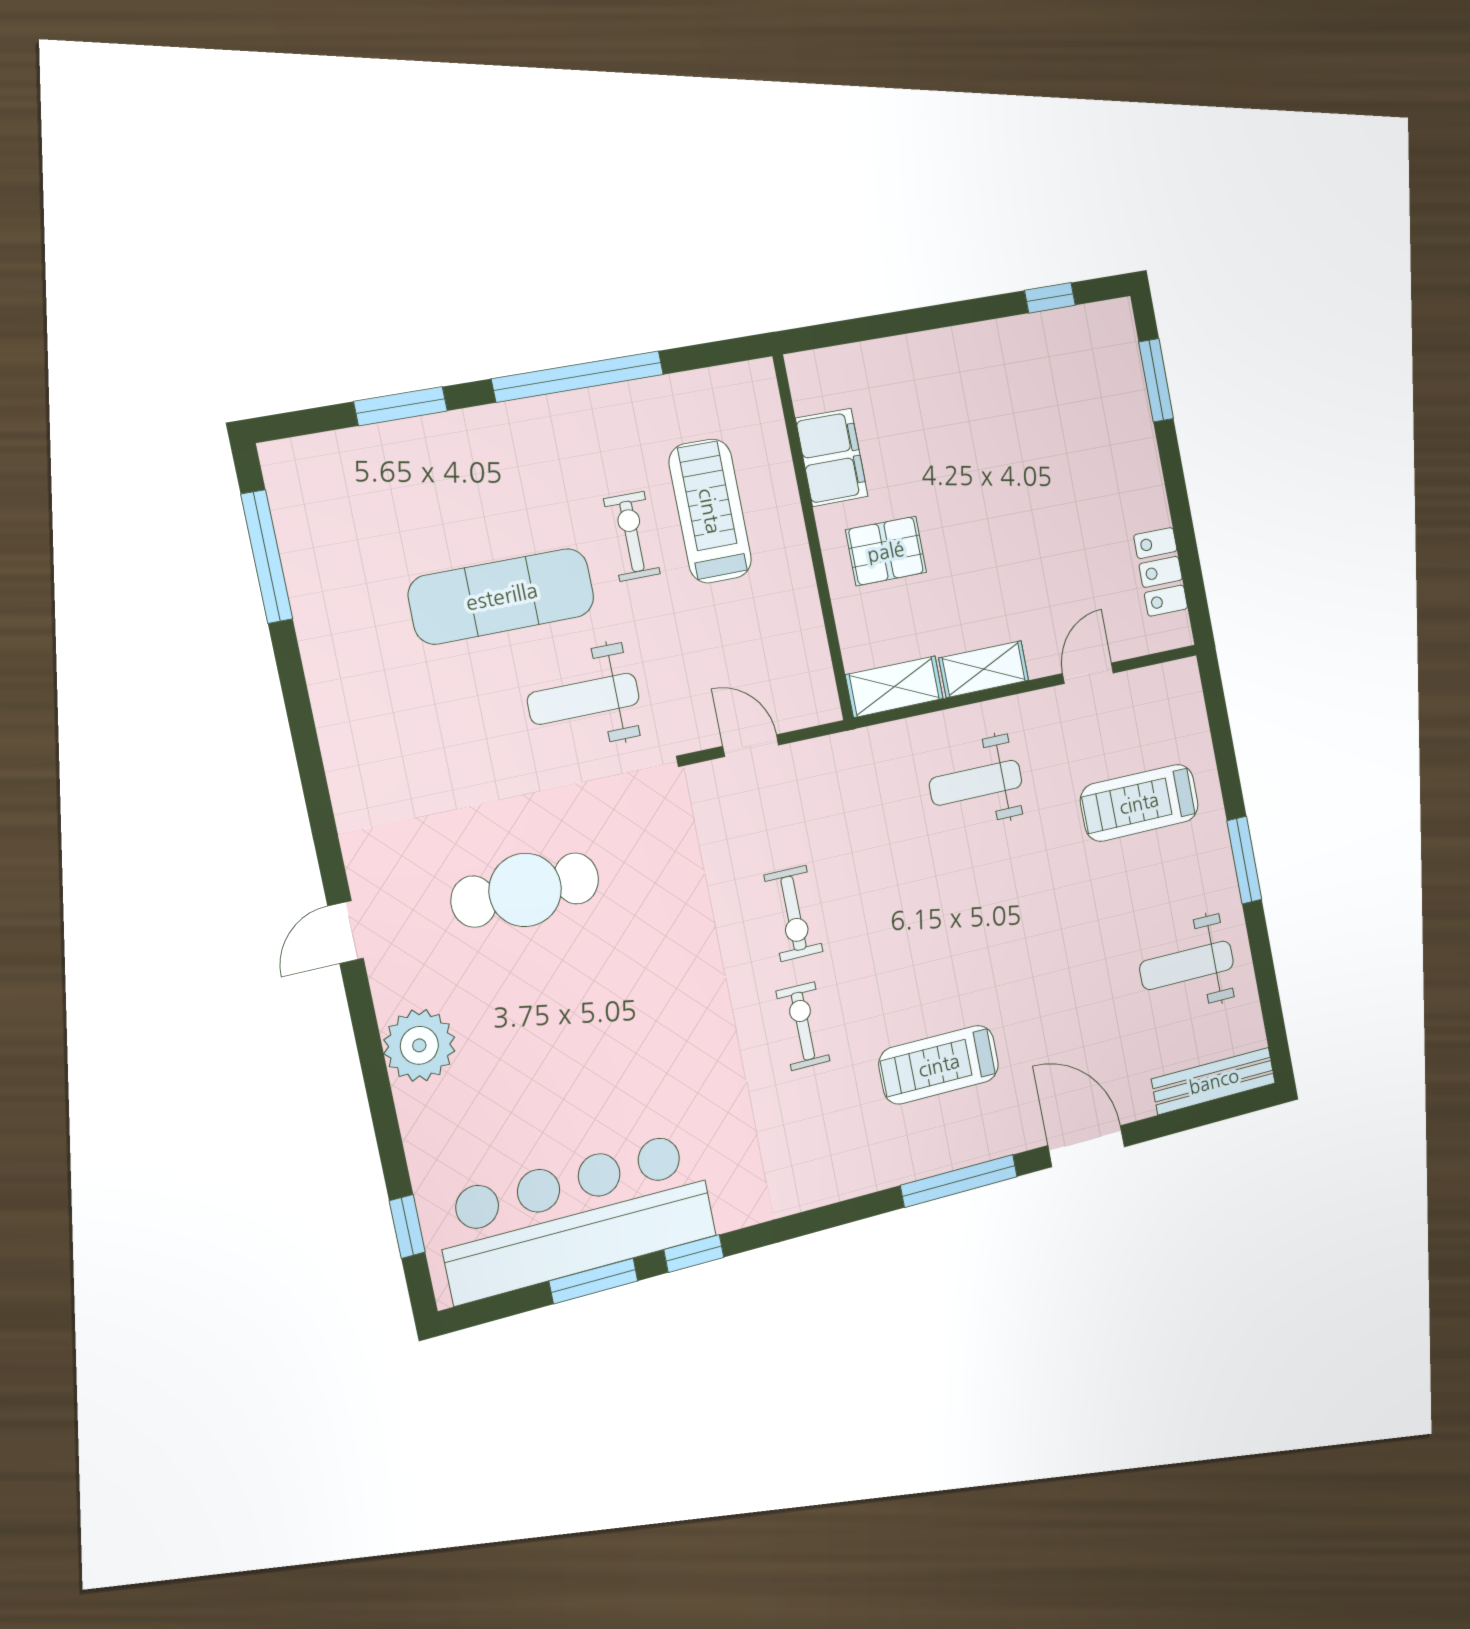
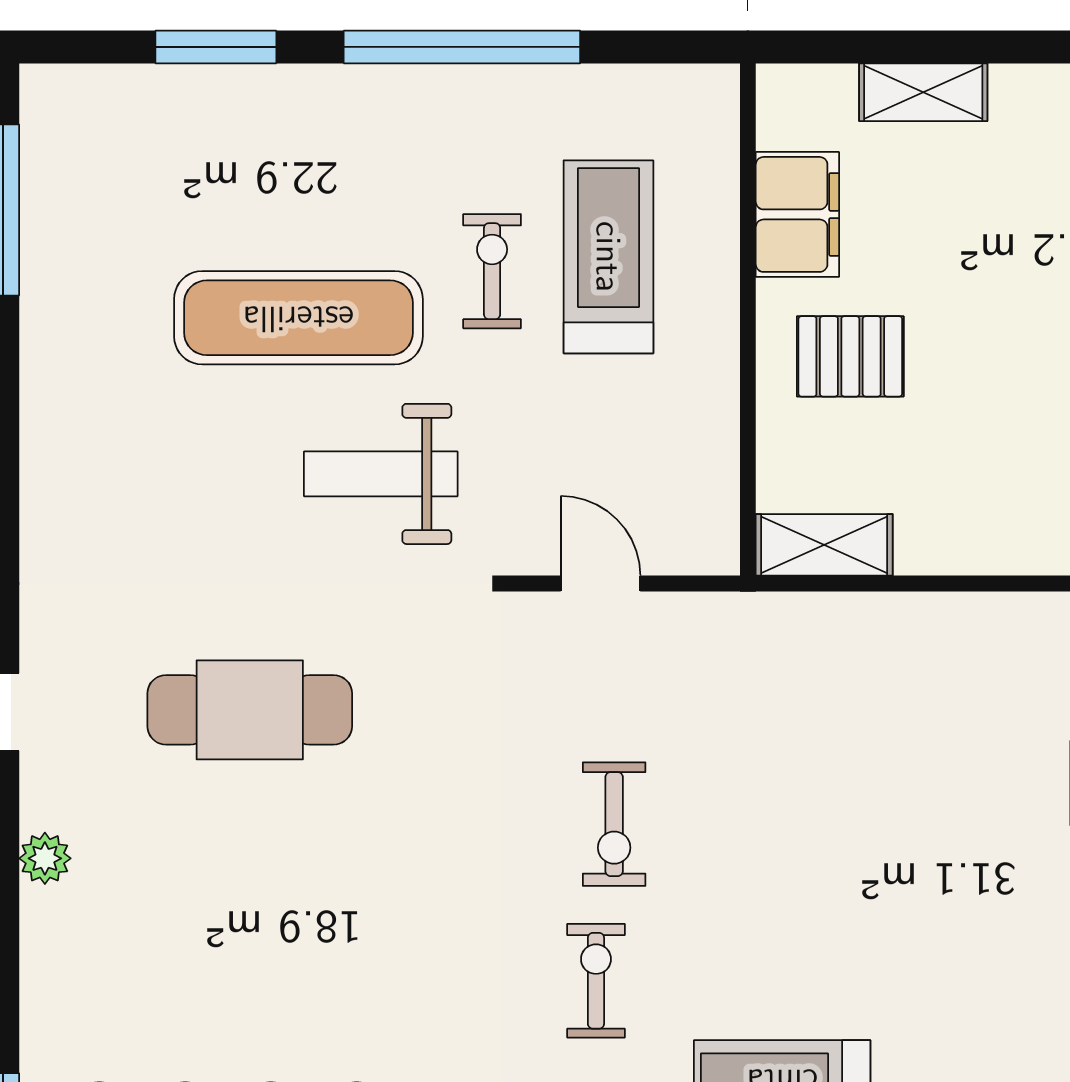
shelving: (984, 669) -> (923, 92), moved
weight bench: (976, 783) -> (917, 702), removed
plant: (419, 1045) -> (45, 858), width x0.53, depth x0.53

